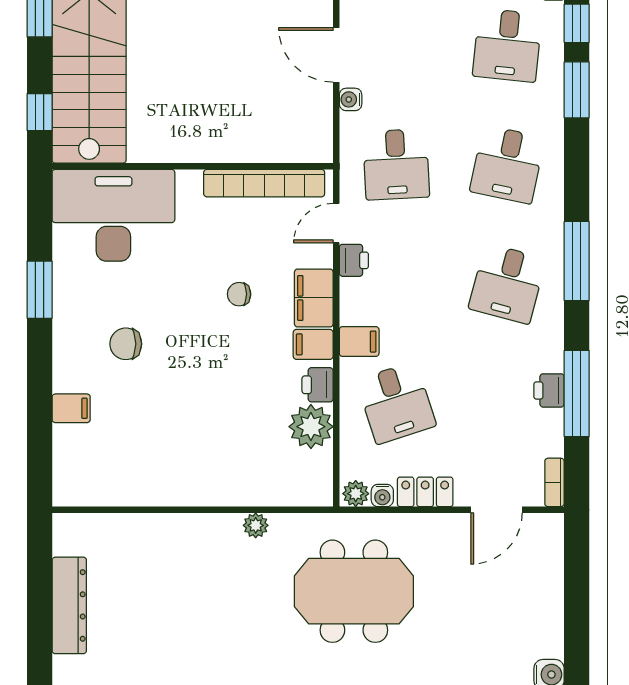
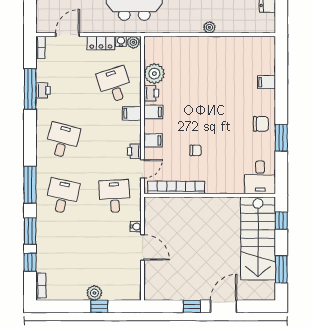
desk: (507, 45) -> (62, 252), removed
desk: (113, 215) -> (260, 177), width x0.53, depth x0.77
window: (577, 261) -> (30, 185), moved
chair: (239, 294) -> (196, 150), moved
filing cabinet: (314, 298) -> (153, 140), width x0.50
chair: (126, 344) -> (261, 124), moved
plant: (256, 525) -> (209, 27), moved

